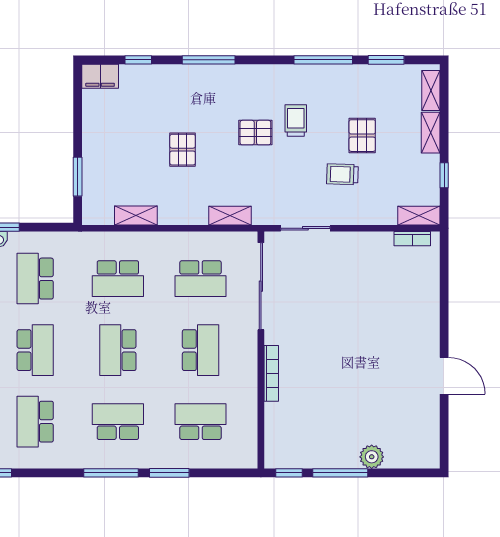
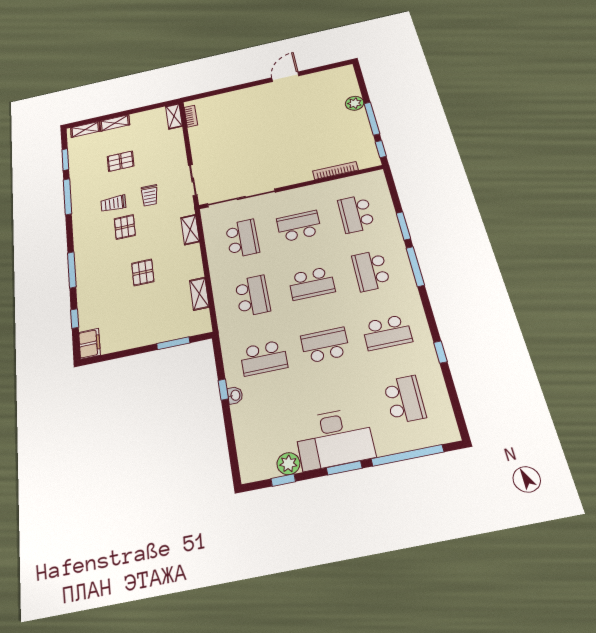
pallet: (183, 150) -> (143, 272), turned 90
trolley: (342, 174) -> (150, 195), moved
window: (444, 175) -> (144, 109), removed
bookcase: (271, 373) -> (335, 171), moved

